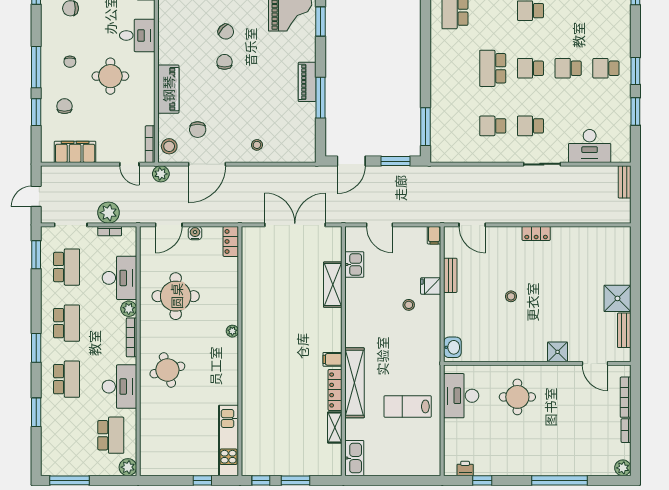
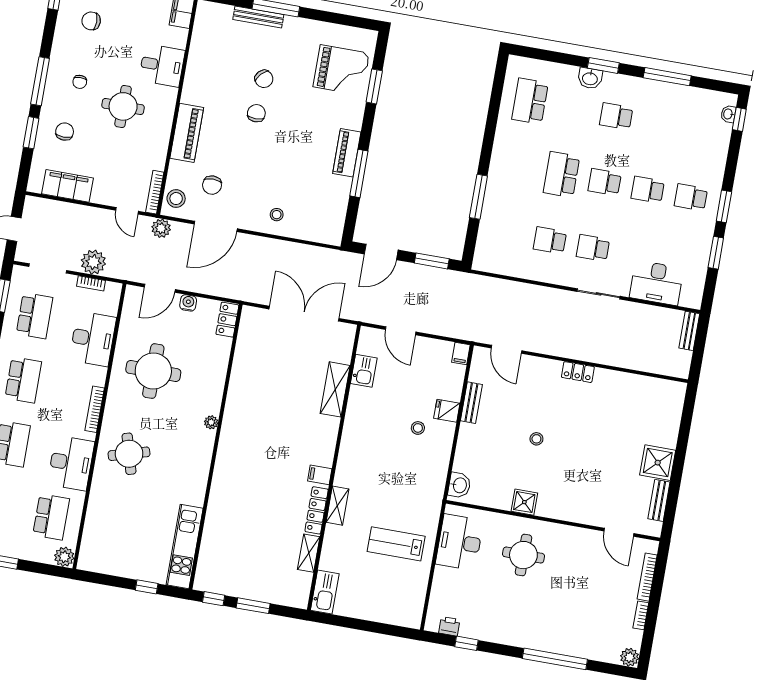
window: (425, 127) -> (478, 197), moved
plant: (129, 309) -> (97, 376), removed
shower: (558, 352) -> (524, 502), moved
shelving: (354, 383) -> (337, 506), width x0.45, depth x0.75

